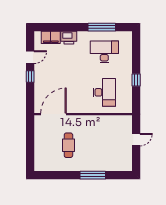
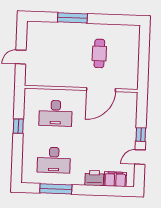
desk: (104, 92) -> (56, 113), turned -90
door: (53, 114) -> (101, 90), moved

